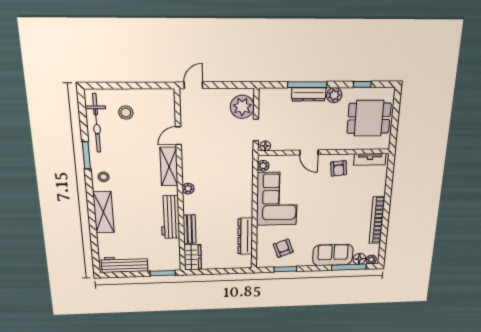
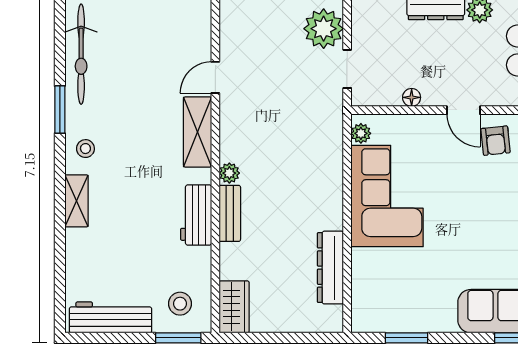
stool: (126, 113) -> (180, 304), moved
floor lamp: (265, 146) -> (412, 97), moved
door: (309, 152) -> (463, 110), moved
shelving: (103, 212) -> (77, 201), width x0.67, depth x0.75
workbench: (170, 217) -> (196, 215), width x0.73
bench: (190, 229) -> (230, 213), moved
armchair: (283, 248) -> (401, 294), removed

